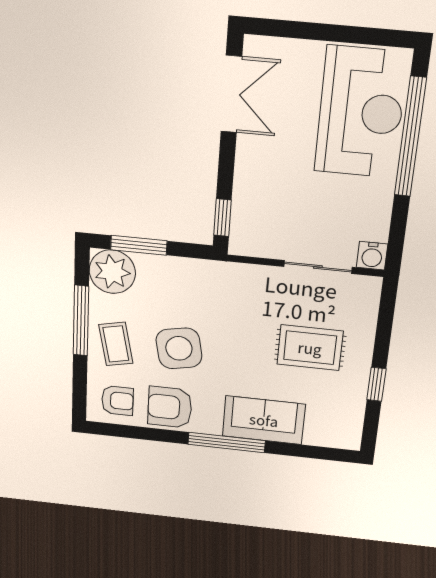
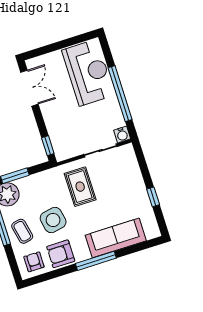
window: (410, 137) -> (120, 94), moved
rug: (310, 348) -> (80, 187), moved, turned 90
armchair: (118, 401) -> (34, 262), turned -90
sofa: (264, 420) -> (116, 238), width x1.36

